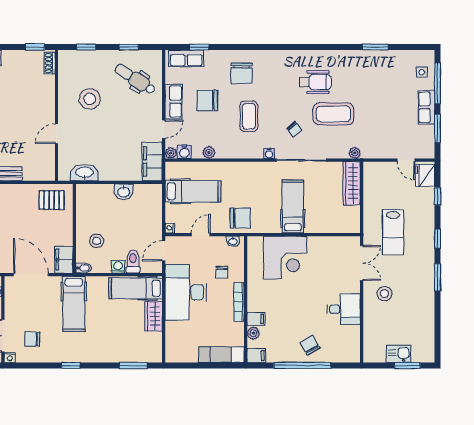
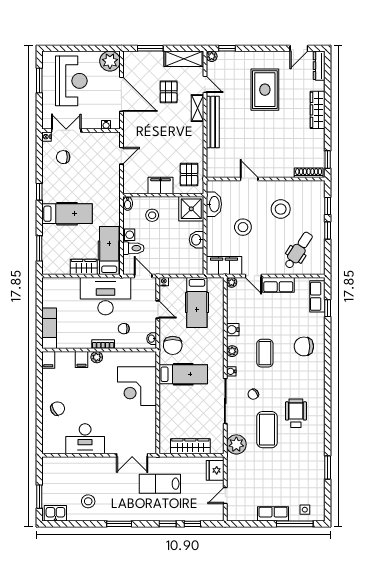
window: (129, 47) -> (328, 230), moved
shoe rack: (50, 63) -> (309, 173), width x1.43
wheelchair: (315, 82) -> (296, 413), turned 180
chair: (207, 100) -> (279, 315), removed
coffee table: (249, 116) -> (265, 353), turned 90
window: (438, 129) -> (254, 524), removed
stool: (110, 141) -> (243, 227), added
water cooler: (184, 152) -> (233, 330), moved
plant: (209, 153) -> (232, 351), moved
plant: (355, 153) -> (236, 444), width x1.87, depth x1.87
fridge: (425, 175) -> (215, 470), moved, turned -90
wardrobe: (352, 183) -> (190, 446), moved
shower: (90, 198) -> (191, 209), added
hospital bed: (293, 206) -> (183, 374), moved
window: (438, 239) -> (168, 524), moved
filing cabinet: (64, 260) -> (161, 185), moved
door: (31, 275) -> (121, 156), width x0.53
stool: (385, 294) -> (88, 501), moved
bookcase: (239, 302) -> (103, 344), width x0.64
hospital bed: (74, 304) -> (67, 214), moved, turned 180
desk: (343, 309) -> (85, 439), width x1.37
plant: (253, 333) -> (97, 357), moved
chair: (32, 339) -> (63, 157), turned -90
kitchen sink: (399, 354) -> (55, 513), moved, turned -90
window: (302, 366) -> (39, 402), removed

